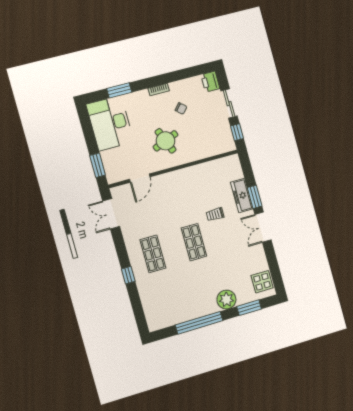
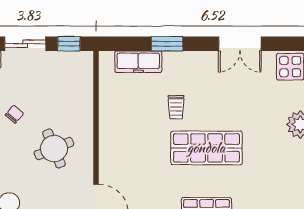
freezer: (242, 196) -> (138, 62), moved
double door: (263, 227) -> (240, 44), moved
shop shelf: (194, 242) -> (206, 148), width x1.43, depth x1.36

